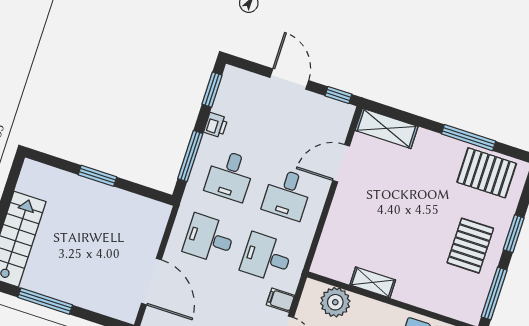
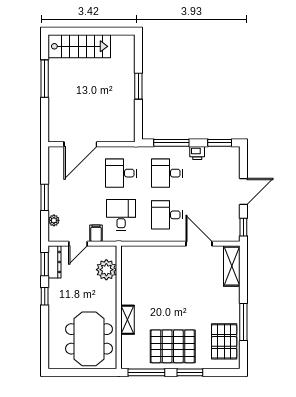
desk: (209, 239) -> (121, 173), turned -90
pallet: (470, 246) -> (173, 346), width x1.37, depth x1.41
shelving: (373, 282) -> (127, 320), moved

